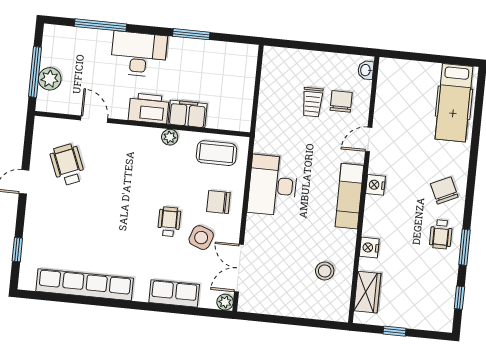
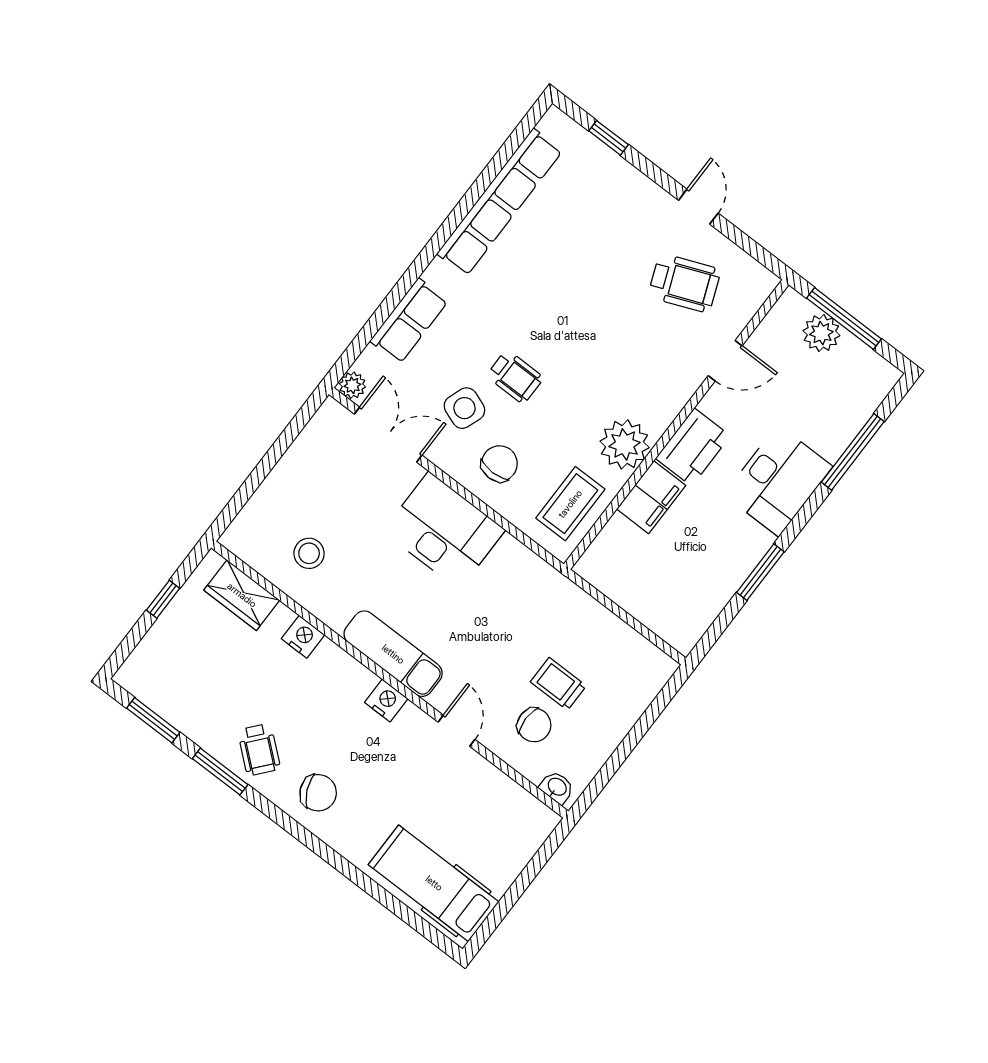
plant: (170, 137) -> (625, 444), width x1.88, depth x1.88
desk: (273, 185) -> (444, 531), moved
wheelchair: (441, 234) -> (259, 750), turned -140
window: (459, 298) -> (153, 720), width x1.50

